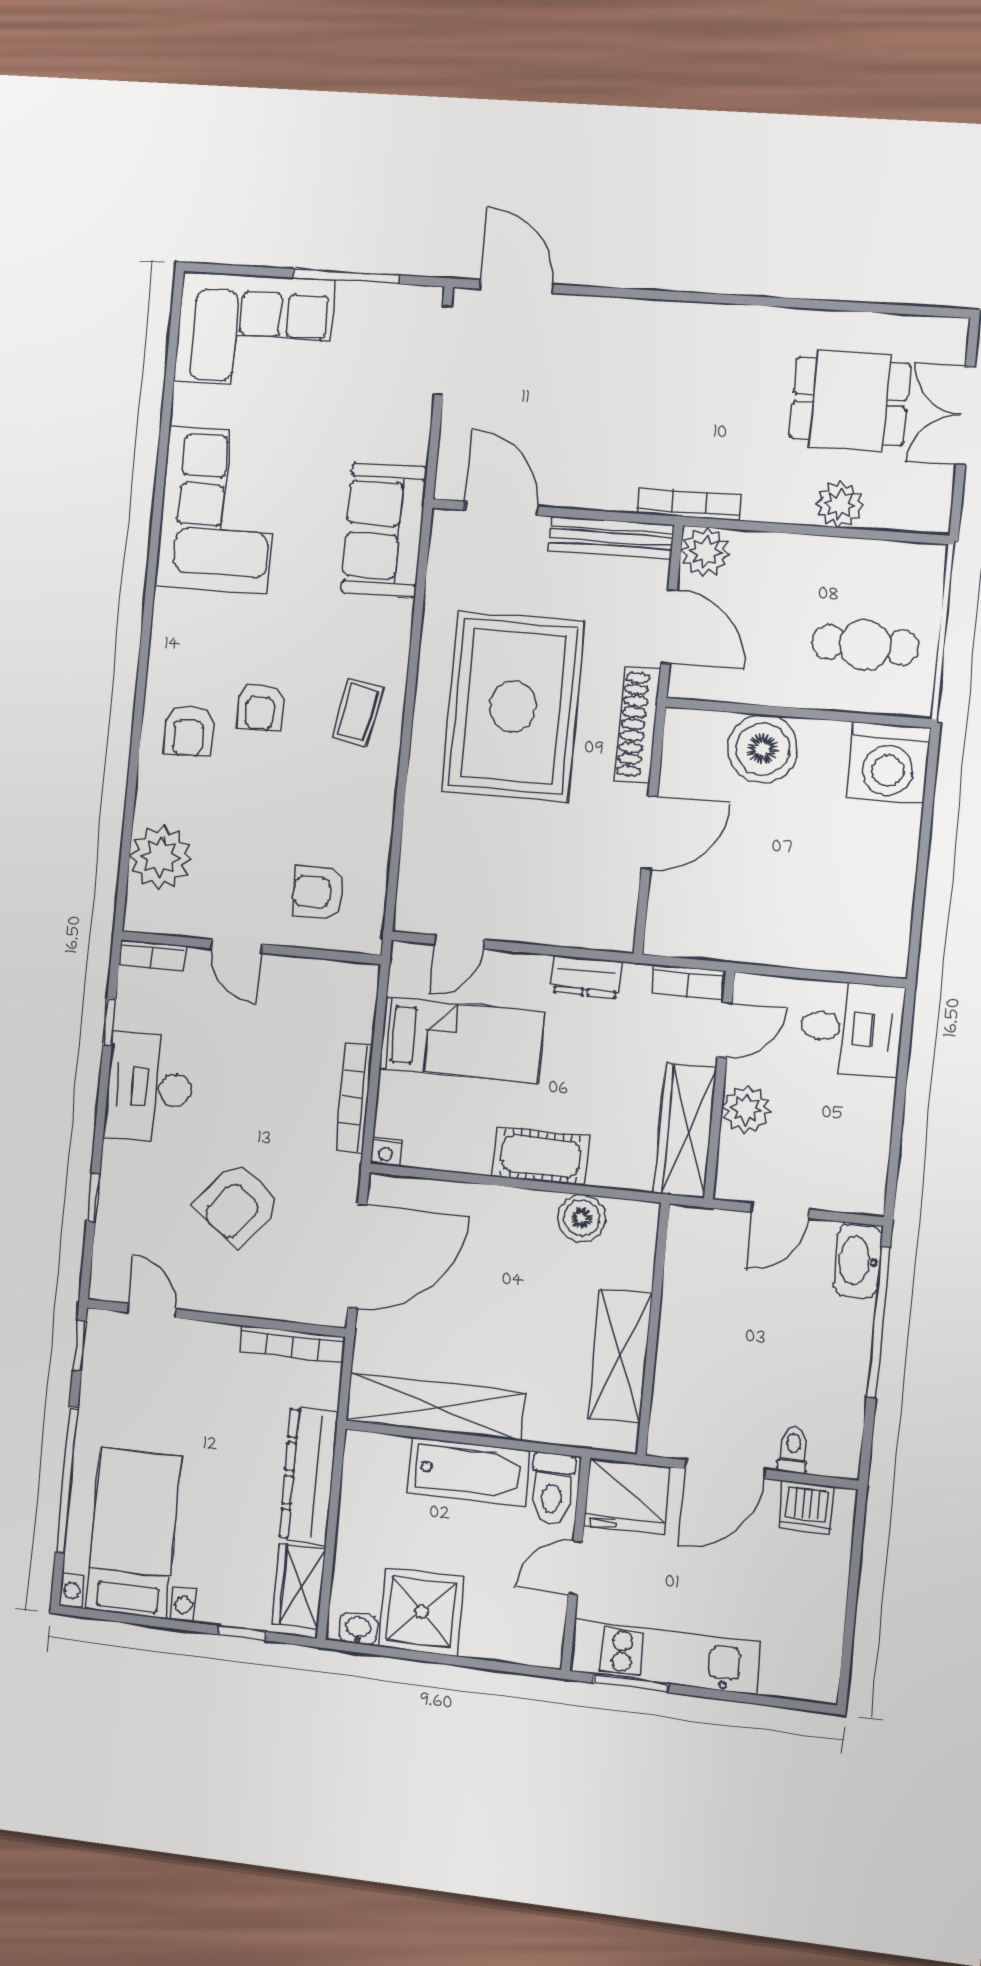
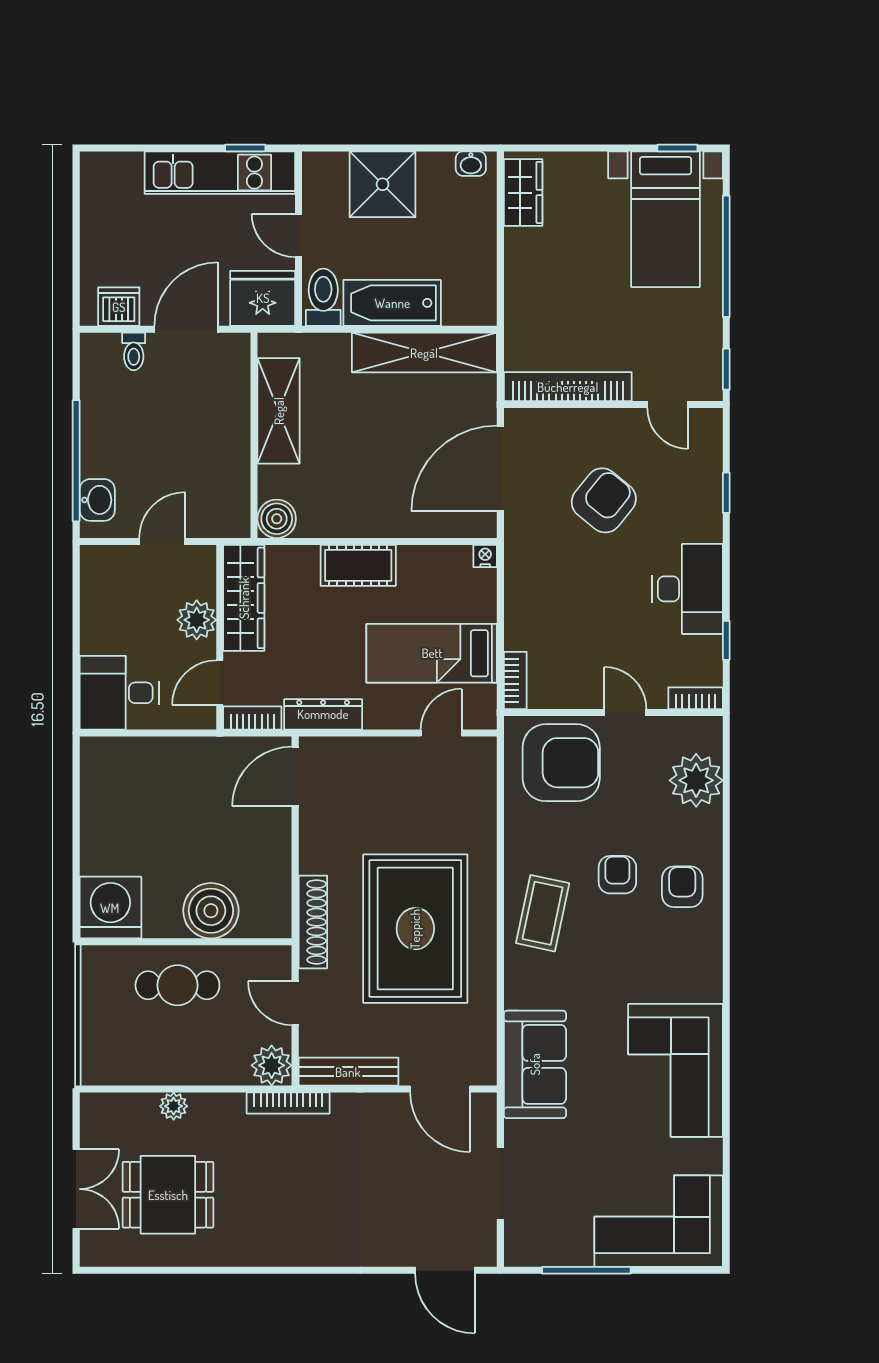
doorway: (443, 350) -> (500, 1183), moved
plant: (840, 504) -> (174, 1106), width x0.73, depth x0.73
door: (669, 626) -> (295, 1003), width x0.73
cafe table: (865, 645) -> (177, 985), moved
armchair: (260, 707) -> (617, 875), moved
coffee table: (358, 713) -> (543, 913), width x1.36, depth x1.30
door: (649, 833) -> (295, 776), moved
armchair: (318, 893) -> (561, 763), width x1.88, depth x1.88
dresser: (586, 977) -> (323, 714), width x1.44
bookcase: (354, 1098) -> (515, 680), moved, width x0.64
boiler: (582, 1218) -> (277, 519), moved
washbasin: (857, 1261) -> (97, 500), width x0.72
bookcase: (293, 1344) -> (568, 387), width x1.48, depth x1.31
dresser: (309, 1476) -> (524, 284), removed
door: (575, 1568) -> (299, 235), swing flipped
shower: (422, 1612) -> (383, 184), moved
window: (243, 1633) -> (677, 148), moved
window: (631, 1683) -> (245, 148), width x0.67

